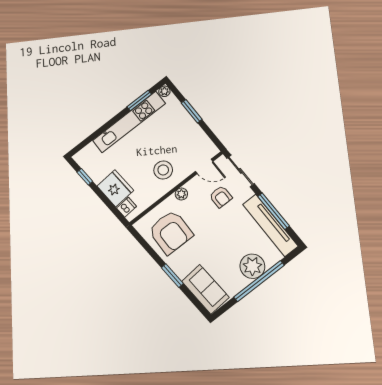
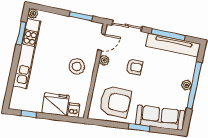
window: (192, 111) -> (81, 16), moved
plant: (181, 194) -> (104, 60), moved
armchair: (221, 197) -> (134, 67), moved
plant: (252, 266) -> (187, 85), width x0.53, depth x0.53
sofa: (205, 289) -> (160, 118), width x1.36

